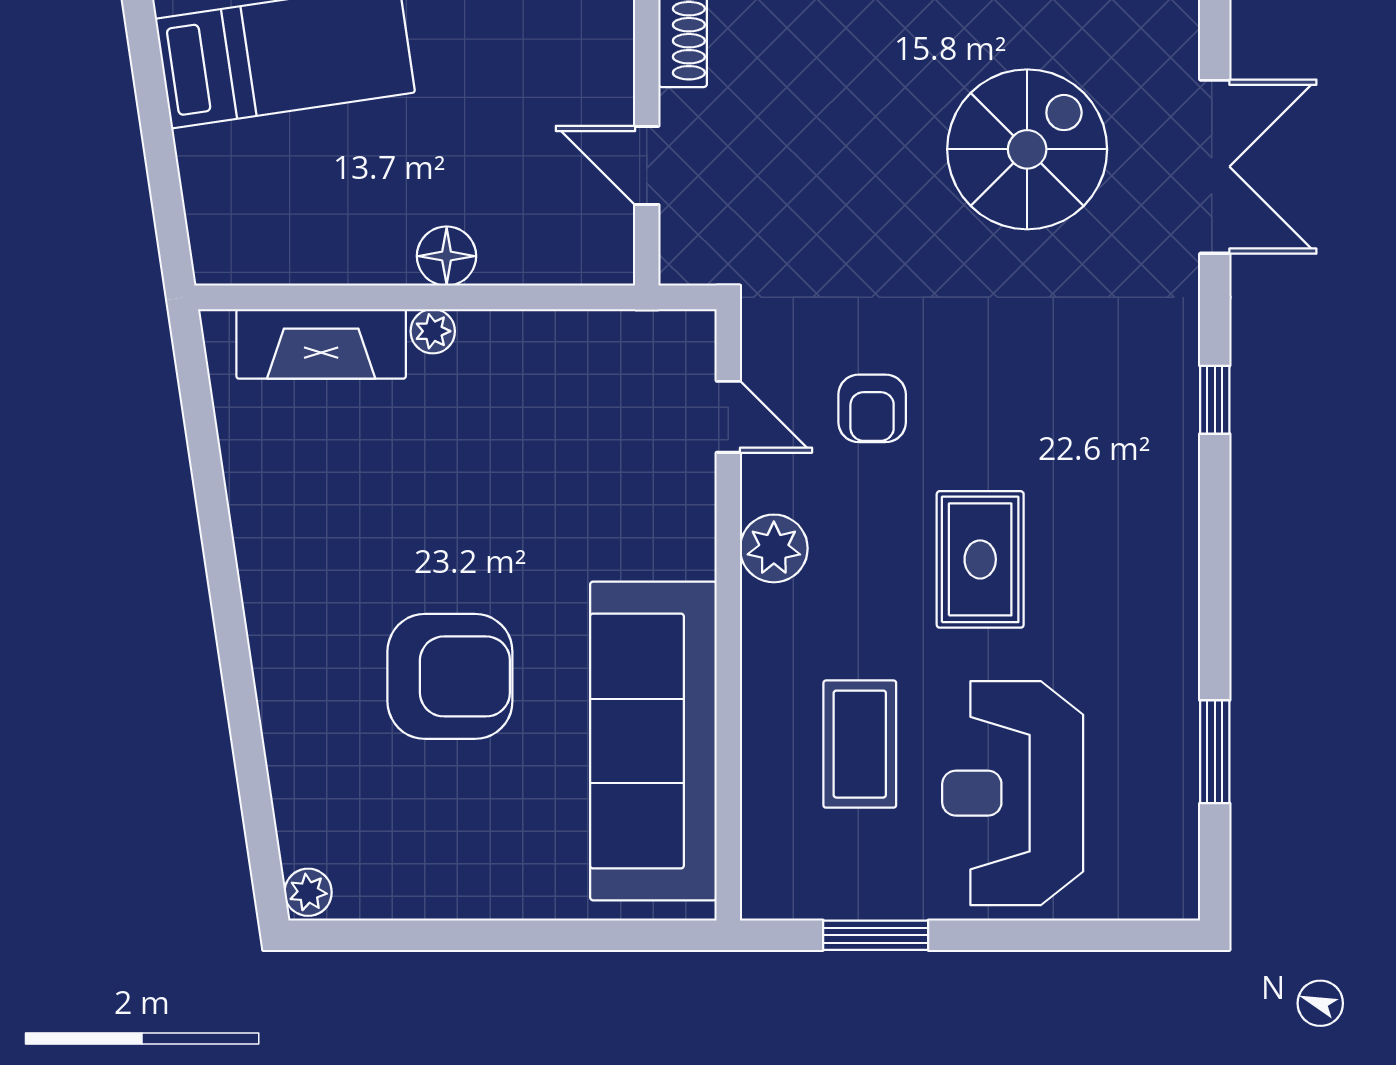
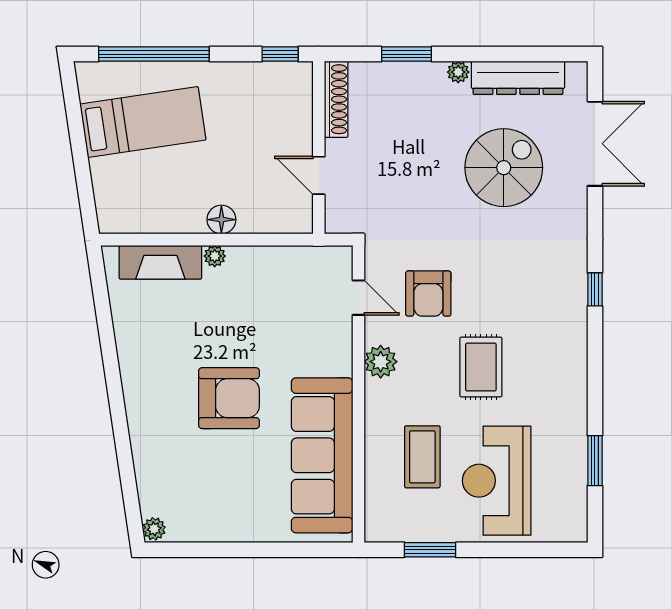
double door: (1215, 167) -> (595, 144), moved
armchair: (872, 408) -> (428, 294), width x1.38, depth x1.38
armchair: (450, 676) -> (229, 398), moved

